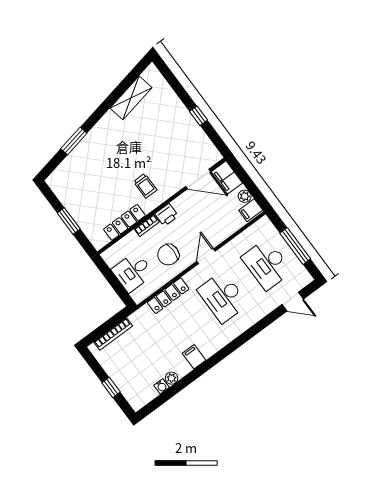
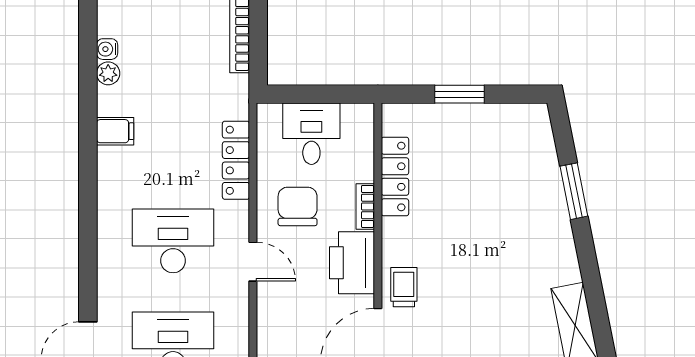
trolley: (145, 186) -> (404, 287), moved, turned 90
printer: (167, 215) -> (352, 263), width x1.87, depth x1.48

